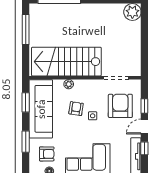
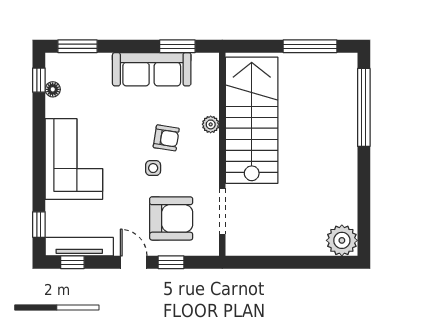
sofa: (41, 109) -> (152, 69), width x0.74, depth x0.79
window: (26, 142) -> (77, 46), moved
window: (144, 148) -> (72, 262), moved
armchair: (47, 154) -> (84, 84), removed

